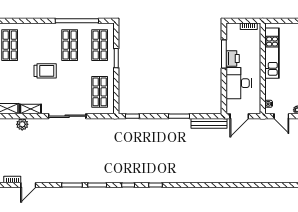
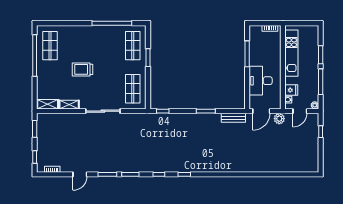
shop shelf: (70, 45) -> (105, 46), removed
printer: (233, 58) -> (255, 58), removed
trolley: (45, 71) -> (83, 69), turned 180
fridge: (272, 93) -> (291, 90), added
door: (281, 116) -> (300, 111), hinge flipped
bench: (209, 123) -> (233, 118), width x0.73
plant: (22, 124) -> (279, 119), moved
door: (28, 185) -> (80, 174), moved

